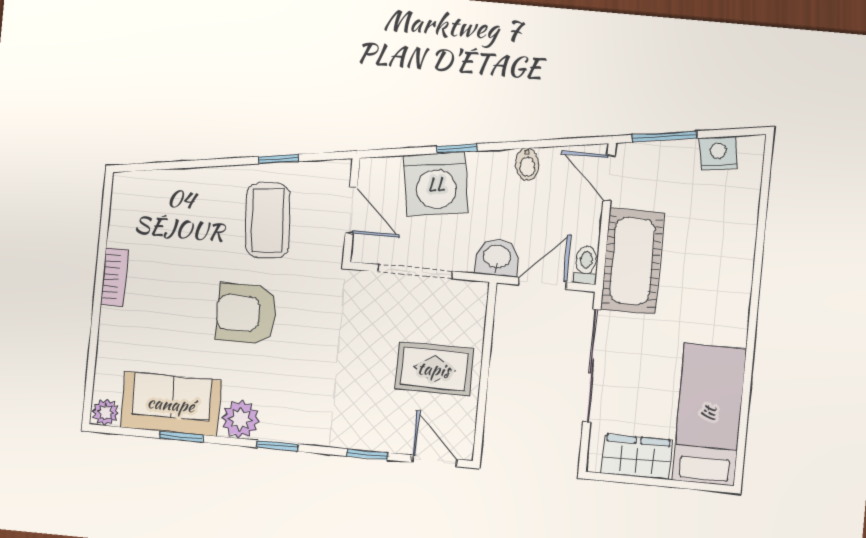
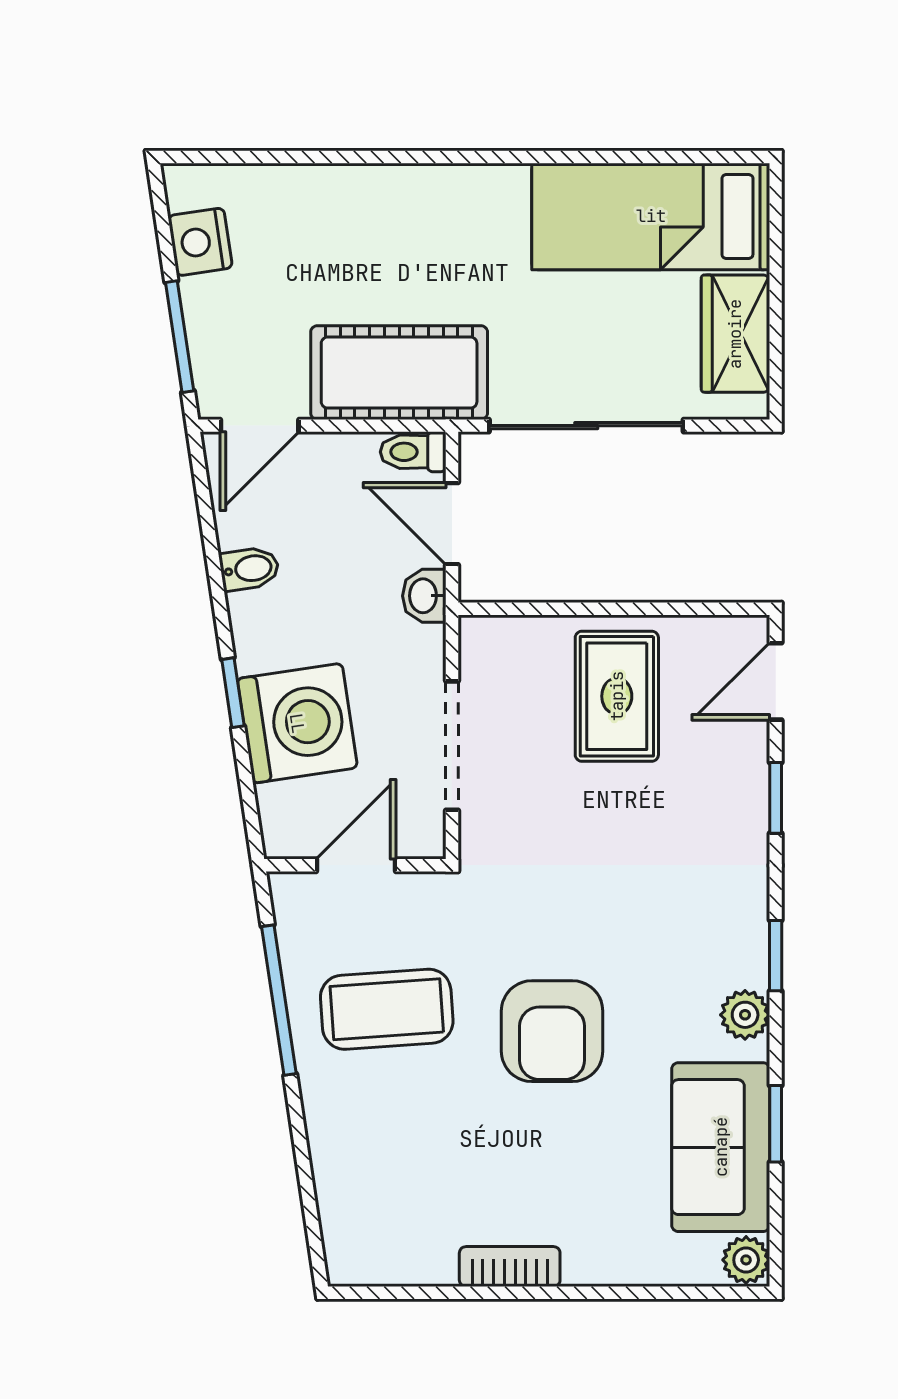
window: (278, 159) -> (279, 1000), width x2.17
washbasin: (497, 257) -> (424, 596), width x0.72, depth x0.69
plant: (240, 419) -> (745, 1015), width x0.73, depth x0.73

